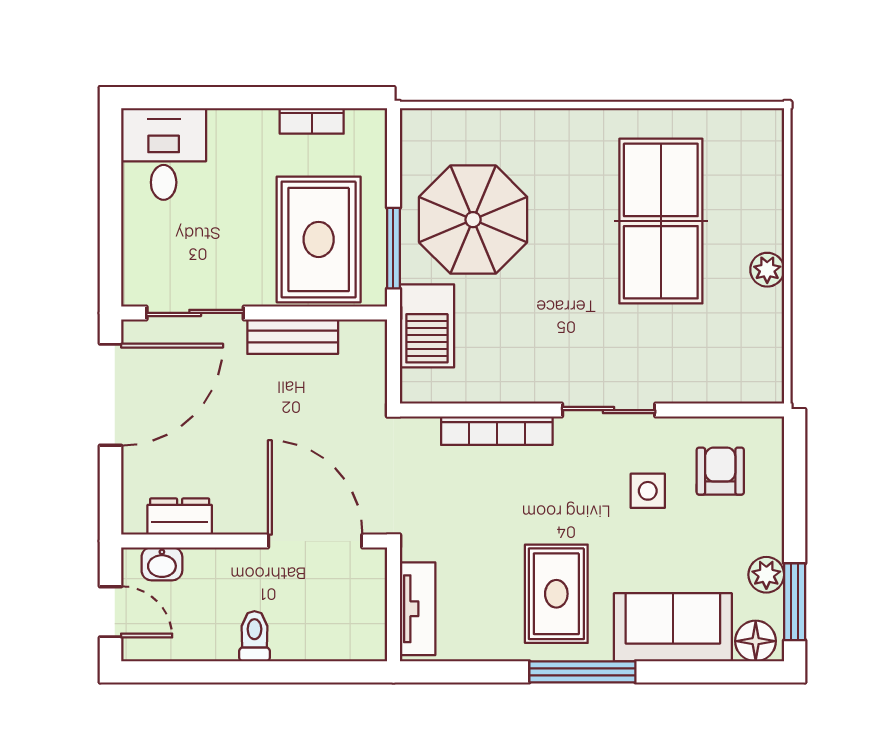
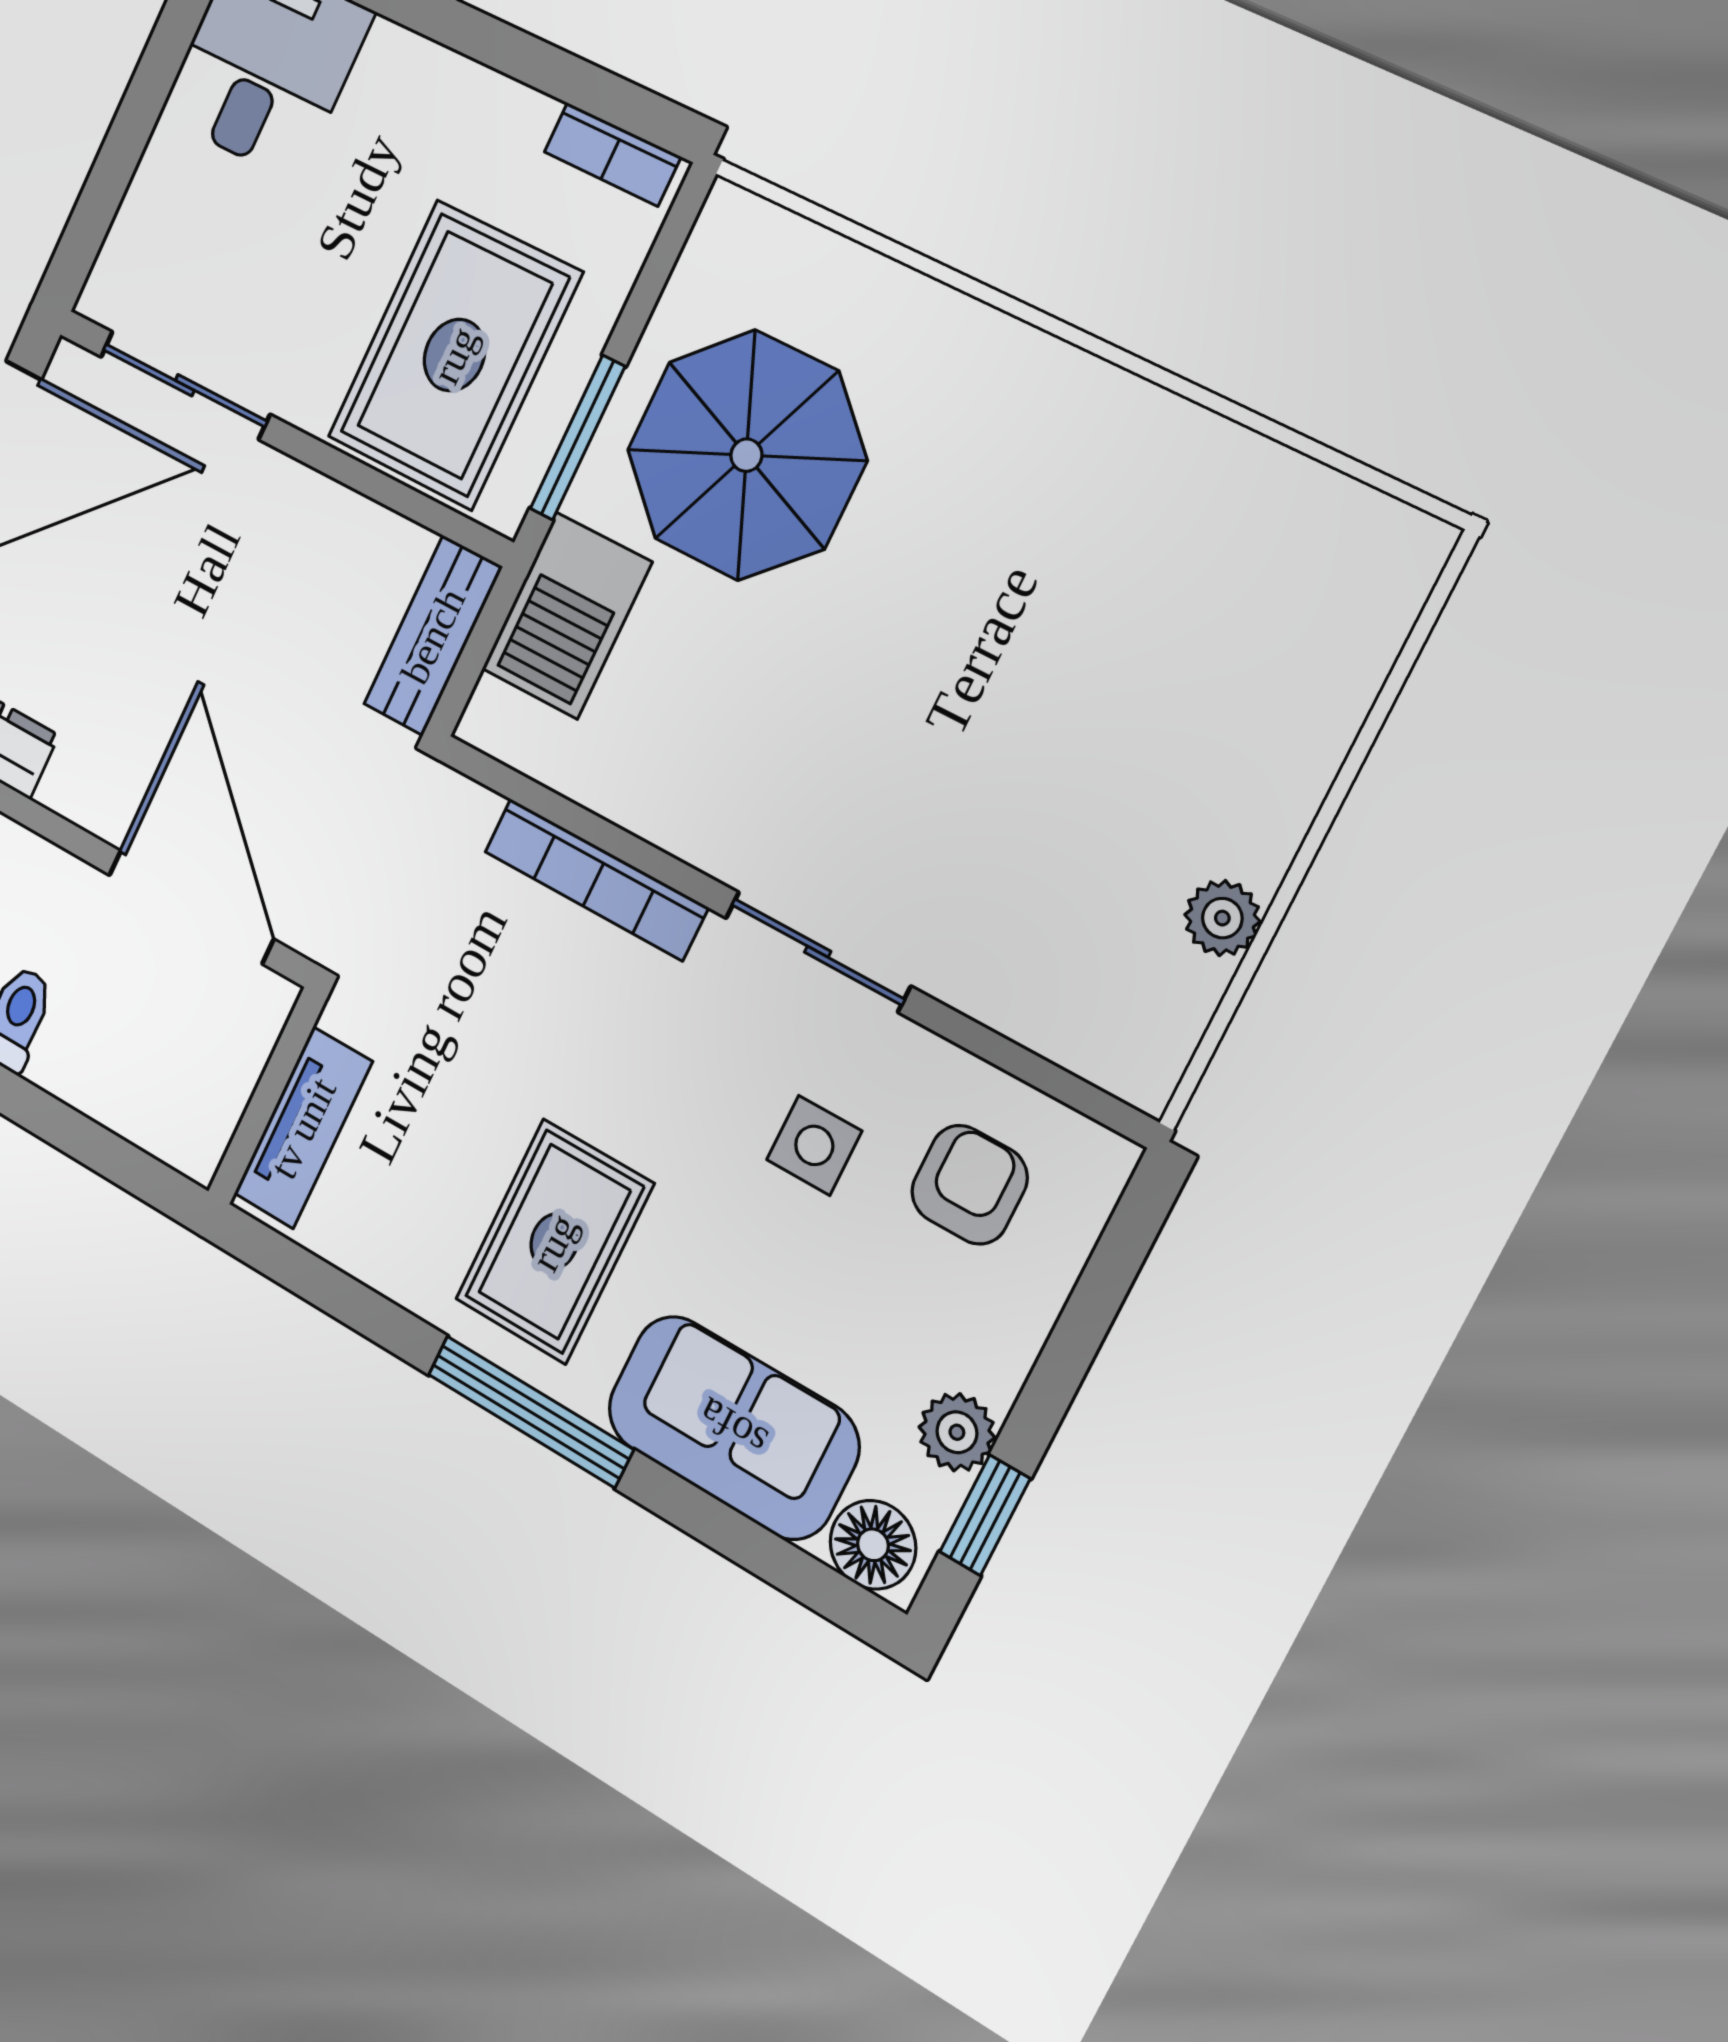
bookcase: (312, 121) -> (612, 154), moved
table tennis table: (661, 221) -> (1100, 636), removed
plant: (767, 270) -> (1222, 918), moved
bench: (293, 337) -> (433, 636), moved, turned 90
window: (795, 602) -> (985, 1515), width x0.67

